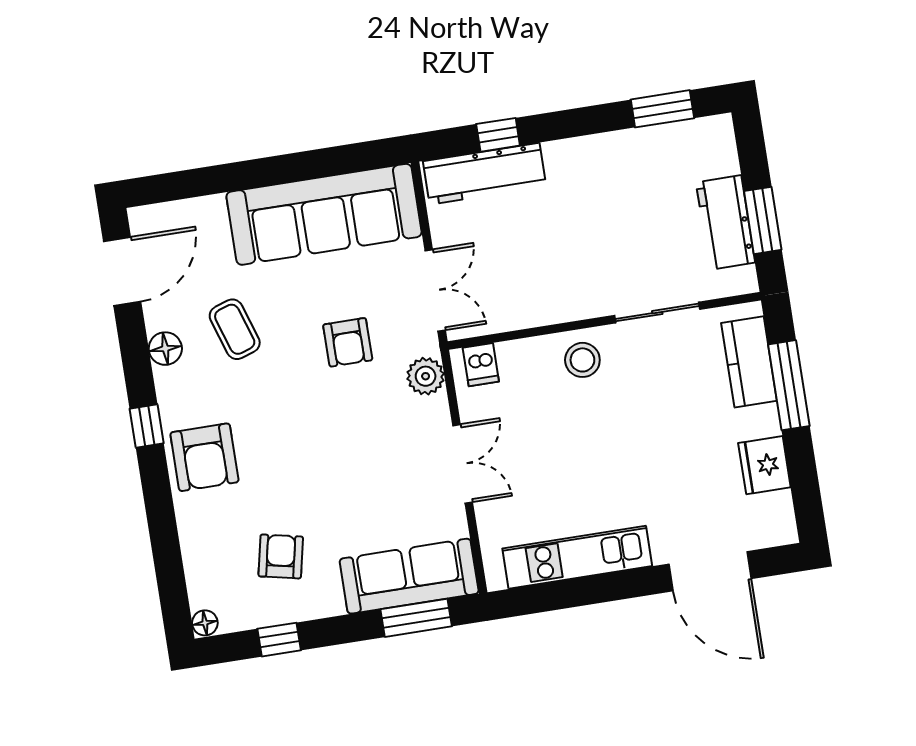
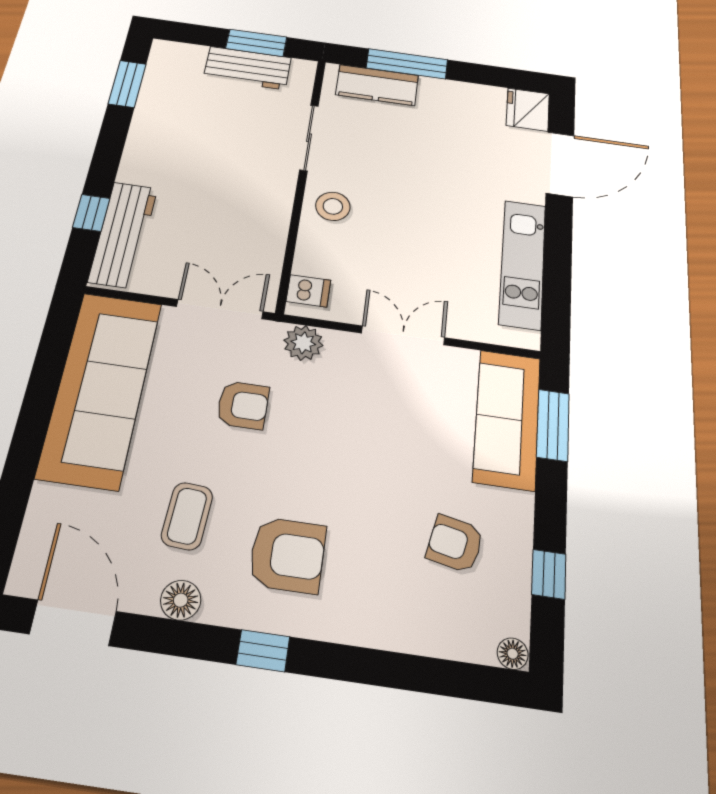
coffee table: (235, 329) -> (187, 516), turned -68
armchair: (204, 457) -> (287, 555), moved
fridge: (764, 465) -> (528, 110), moved, turned 90

